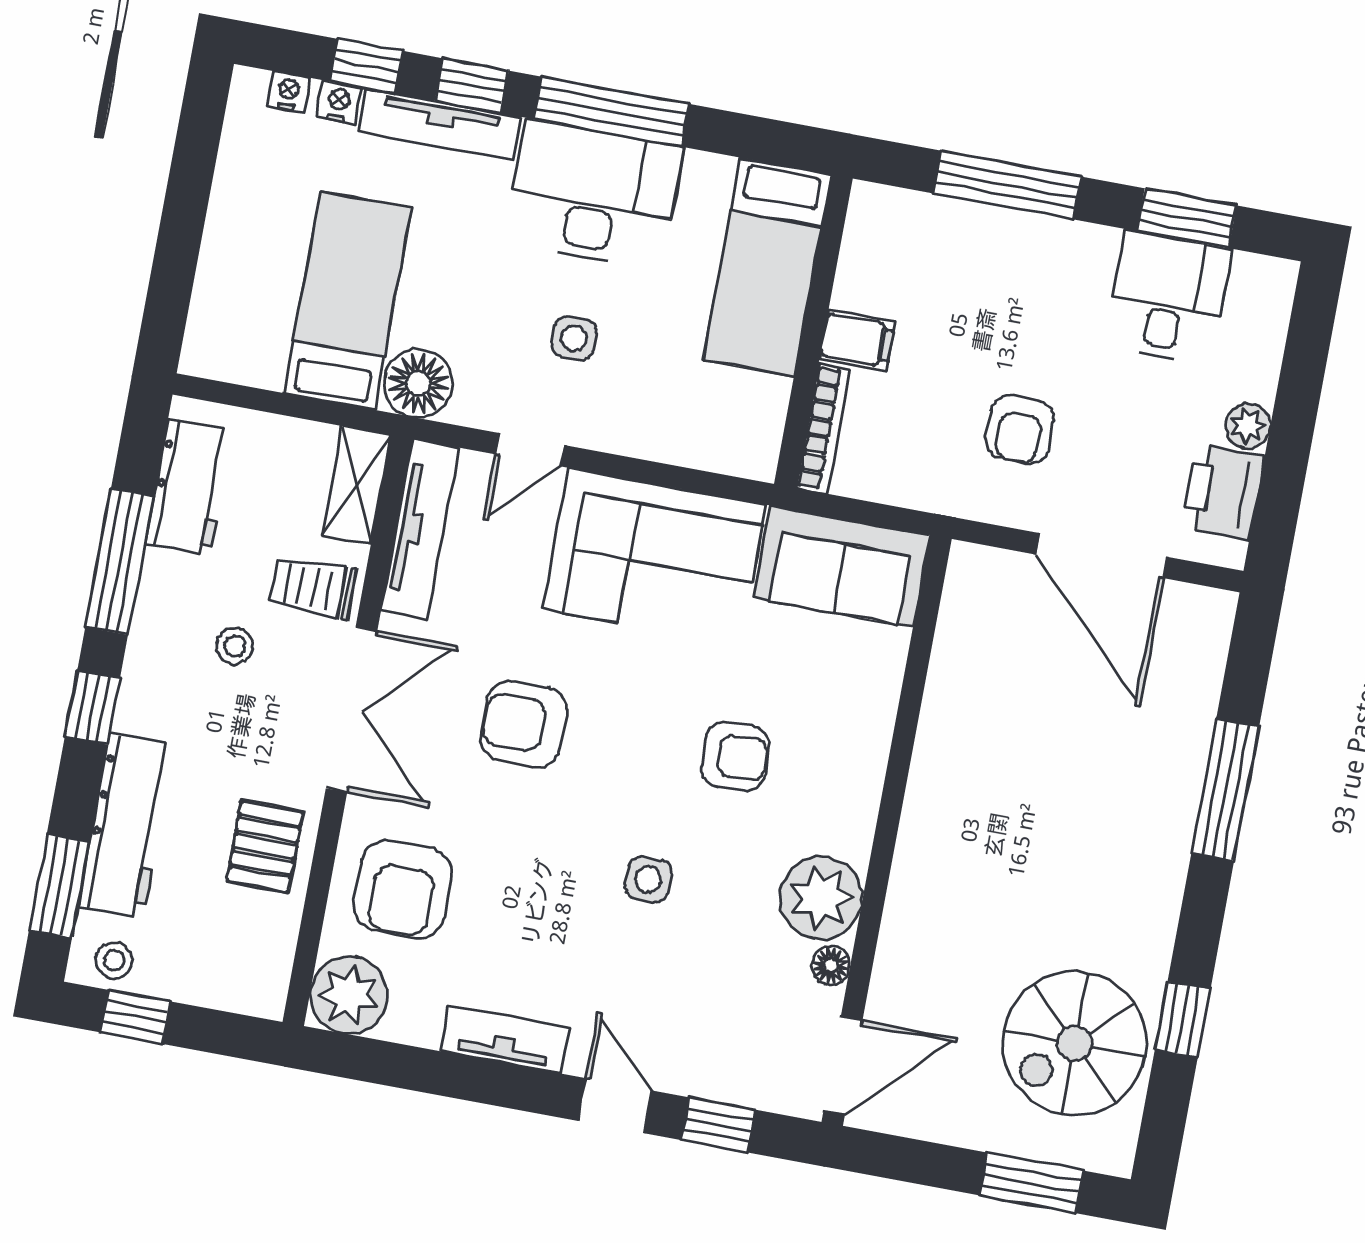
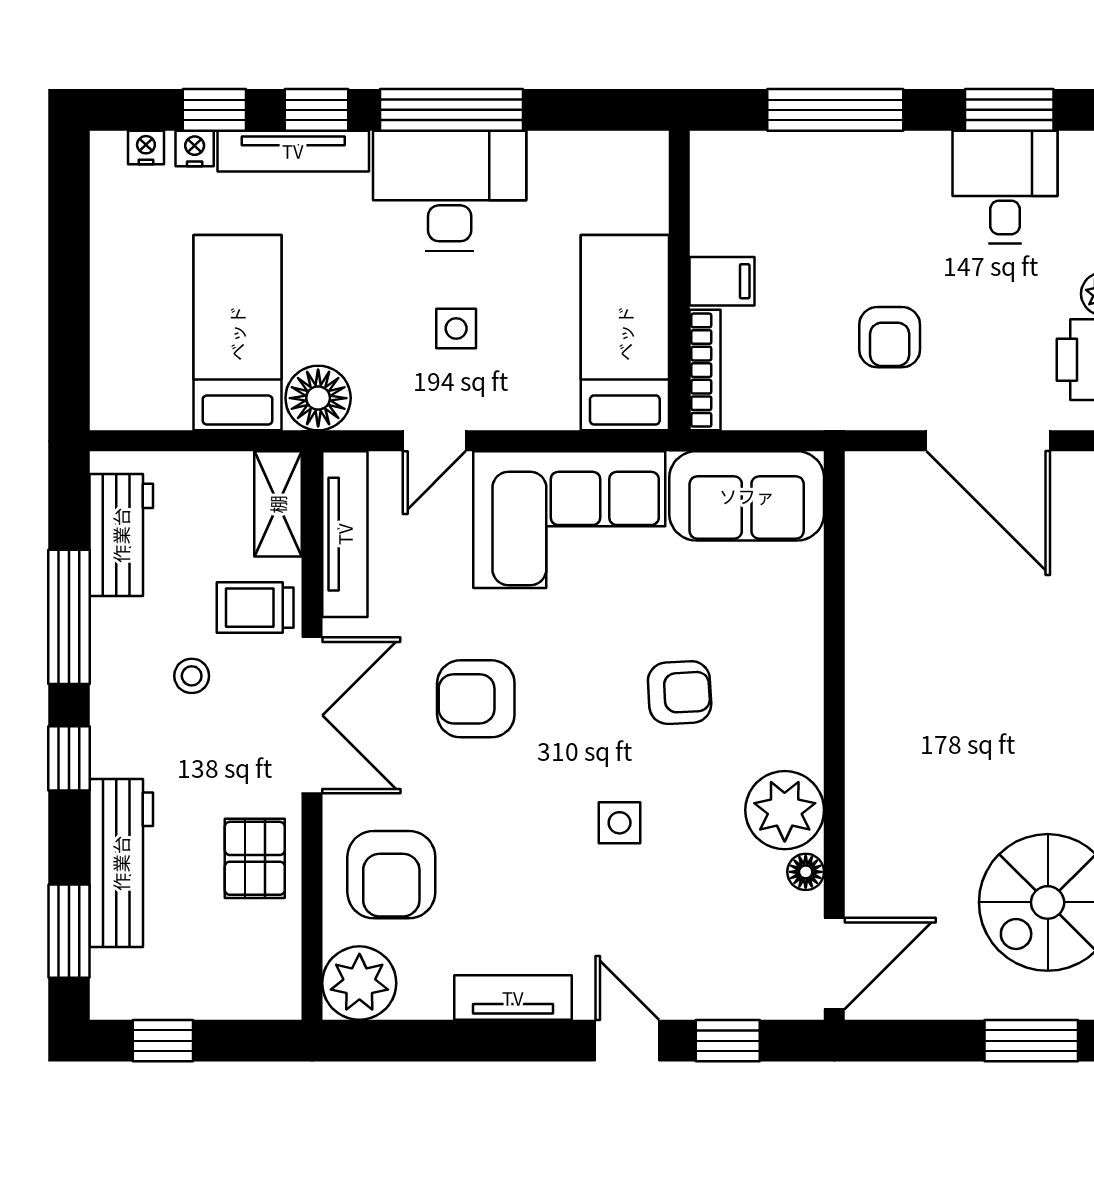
bed: (767, 267) -> (625, 333), moved, turned 180
stool: (114, 960) -> (133, 991), removed

